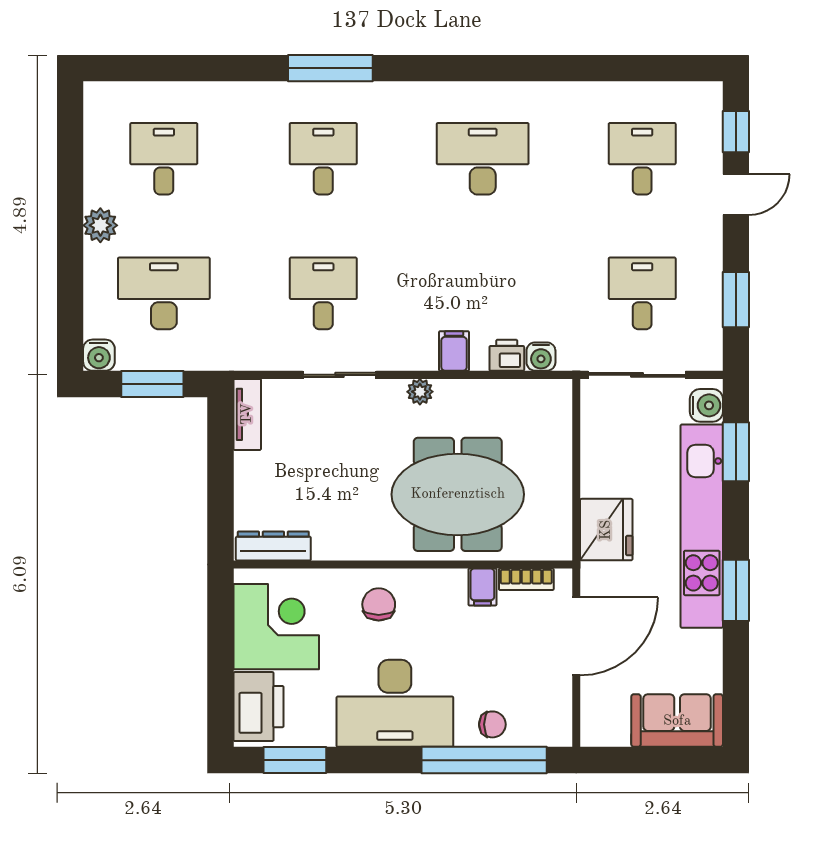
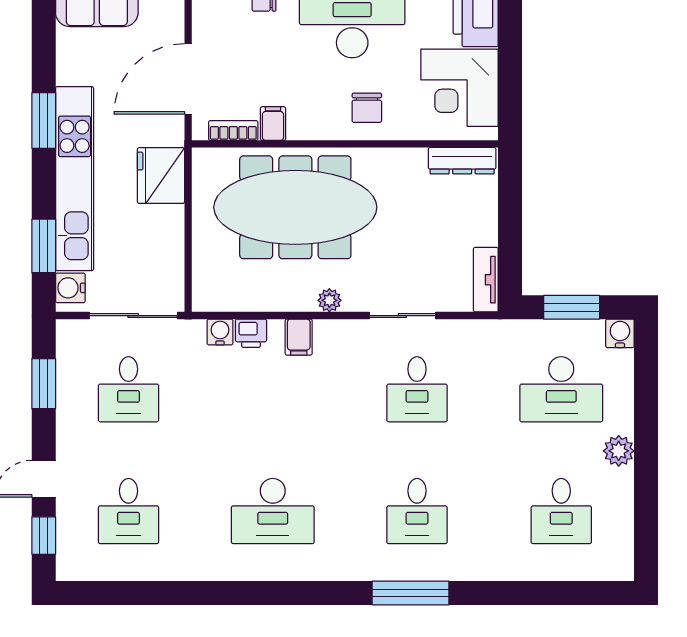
meeting table: (458, 494) -> (295, 207), width x1.36

